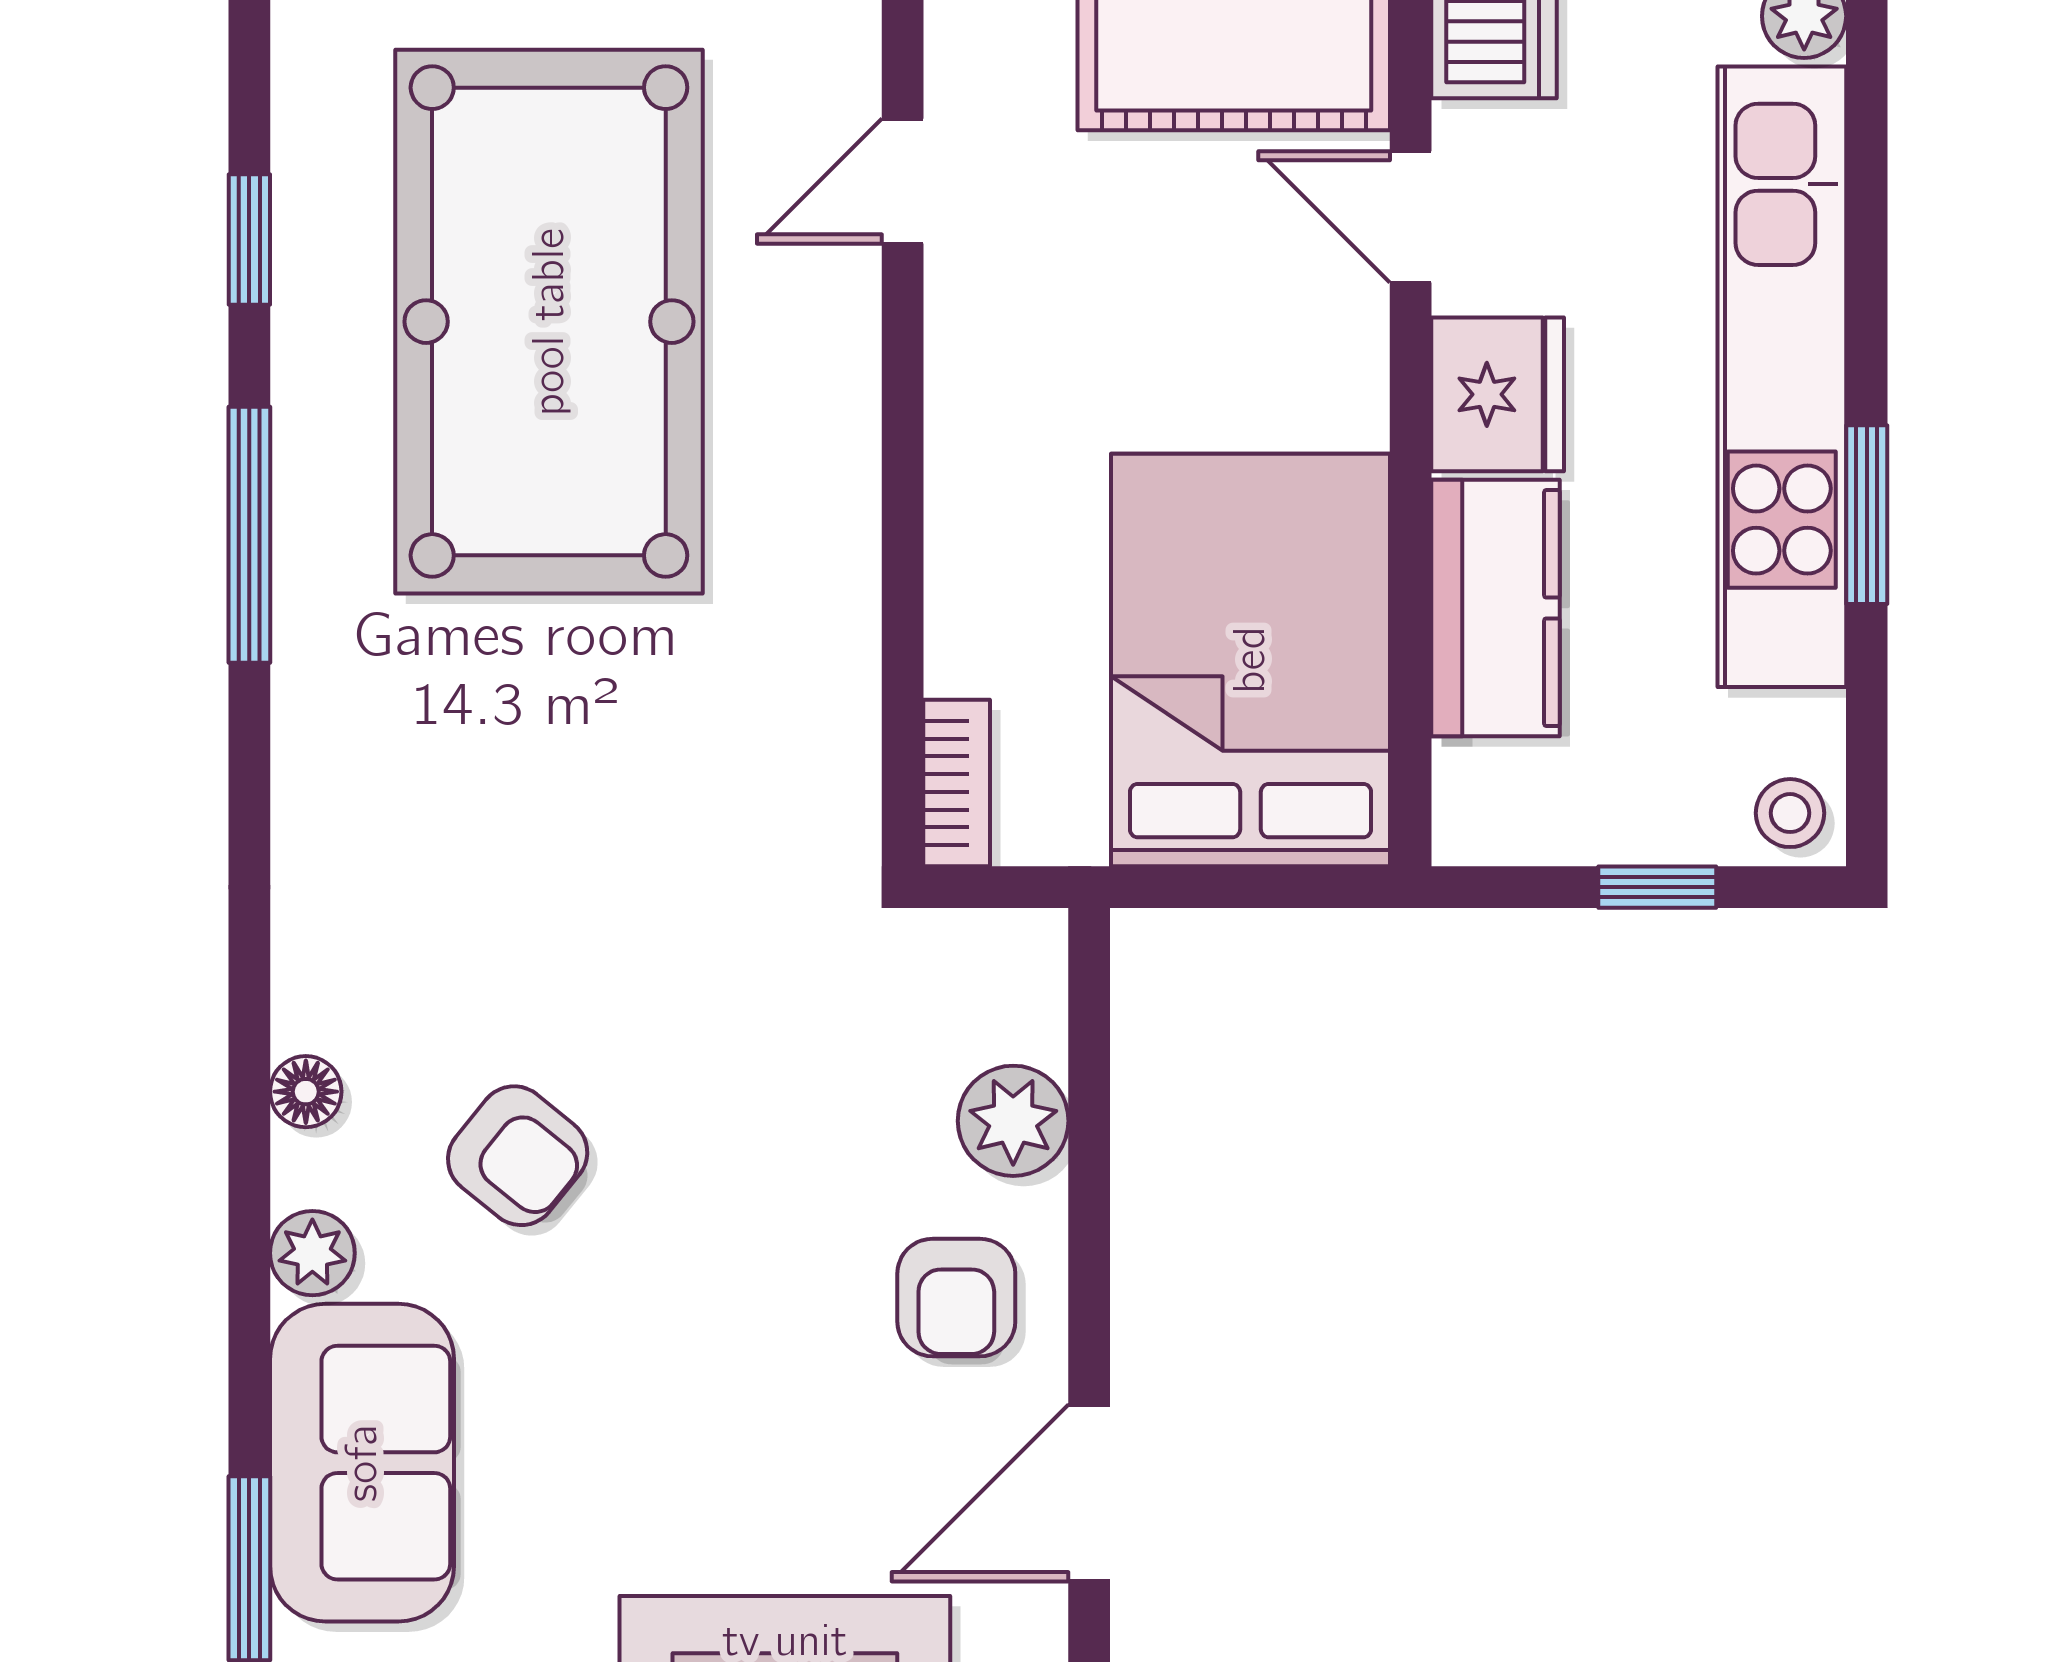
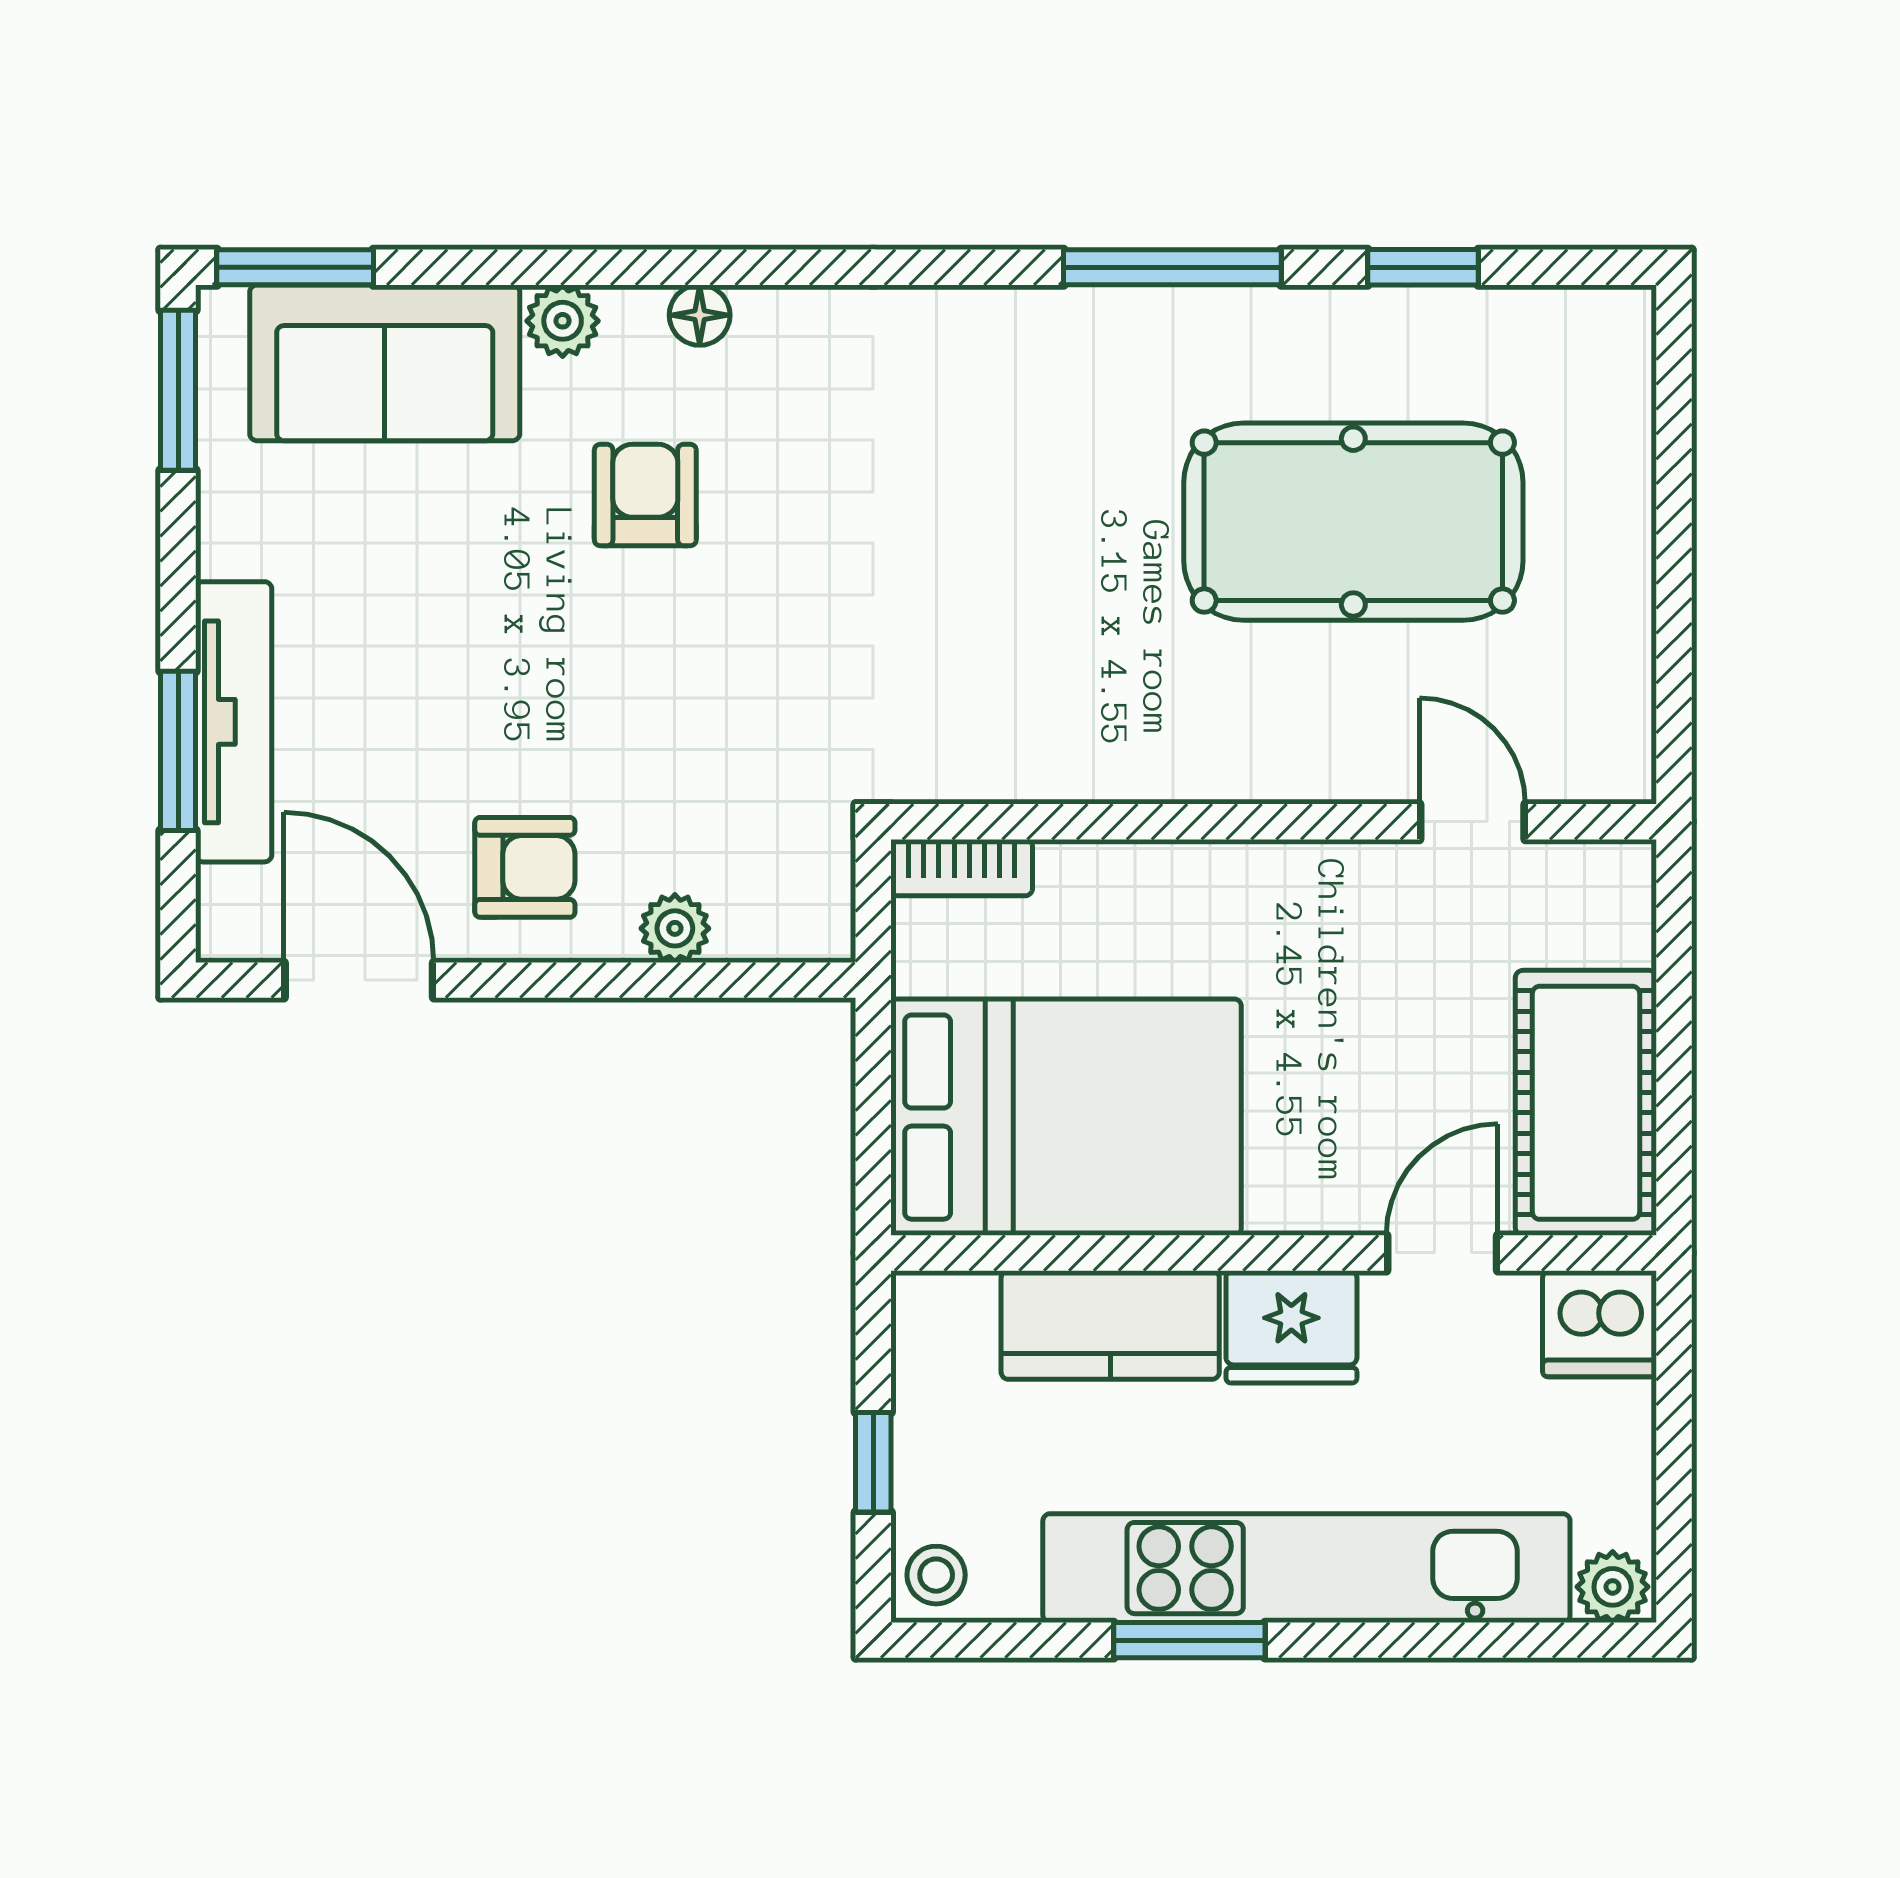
pool table: (549, 322) -> (1353, 522), width x0.73, depth x0.76
plant: (1013, 1121) -> (675, 928), width x0.73, depth x0.73
armchair: (518, 1156) -> (645, 495), turned 141
armchair: (956, 1298) -> (525, 867), turned 180

